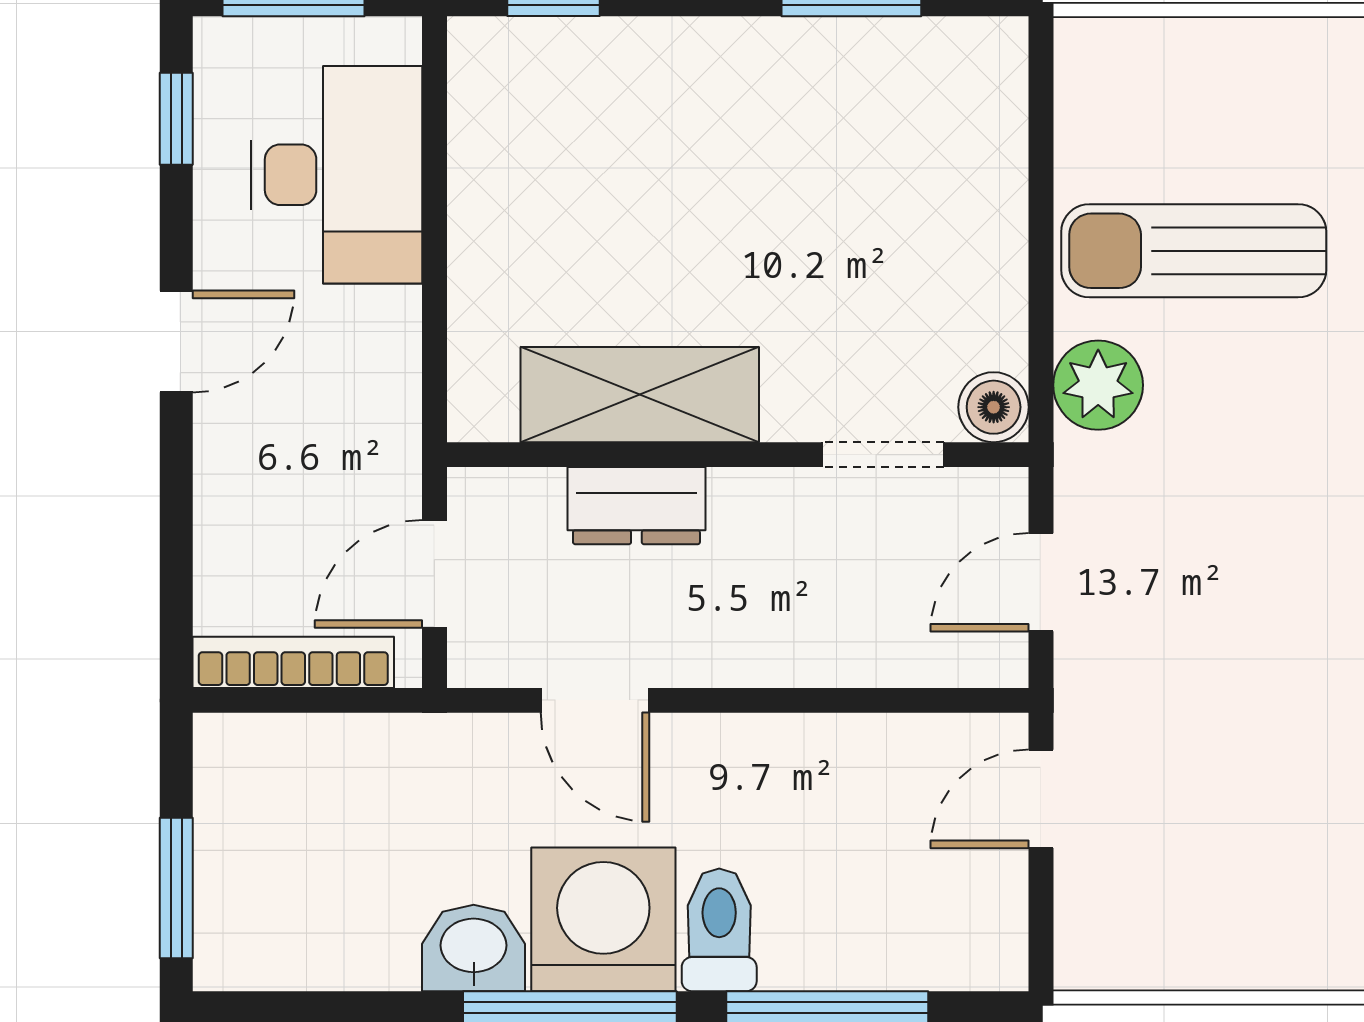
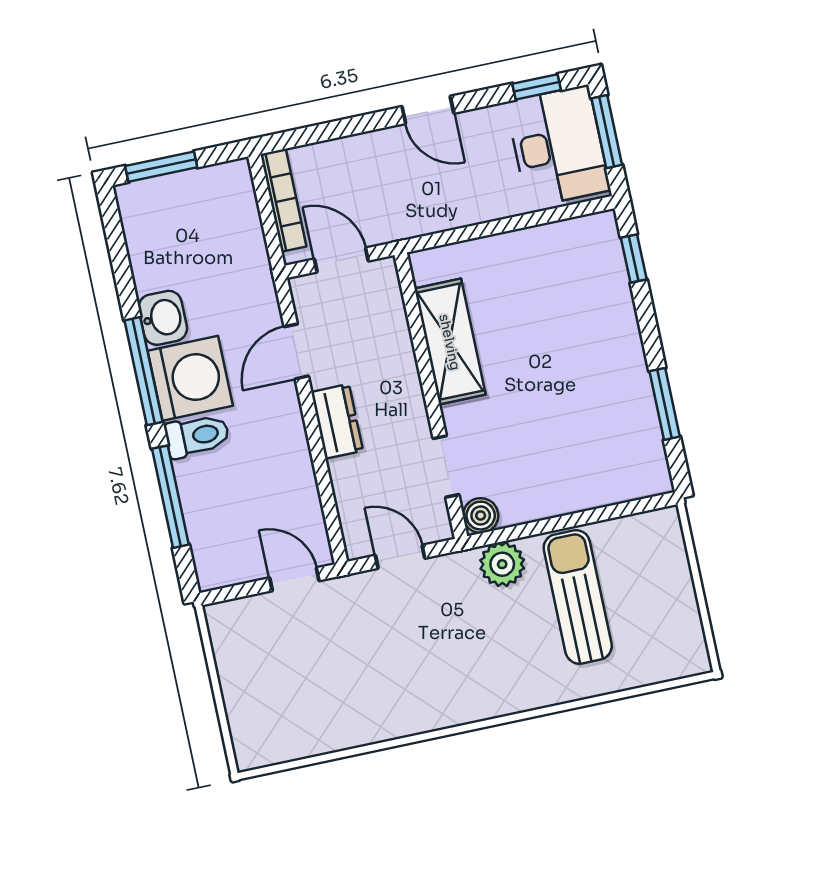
desk: (337, 175) -> (558, 146), moved, turned -90
dresser: (636, 506) -> (337, 421), moved, turned 180

